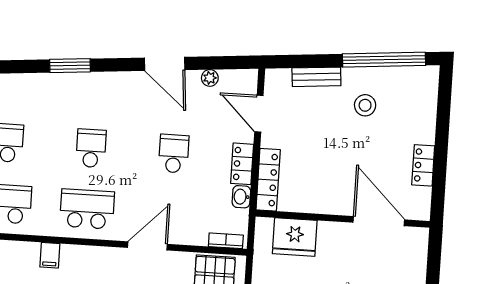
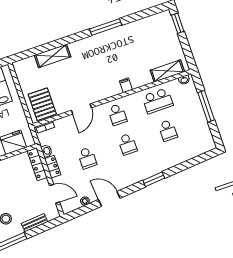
school desk: (87, 209) -> (117, 115), width x0.54

